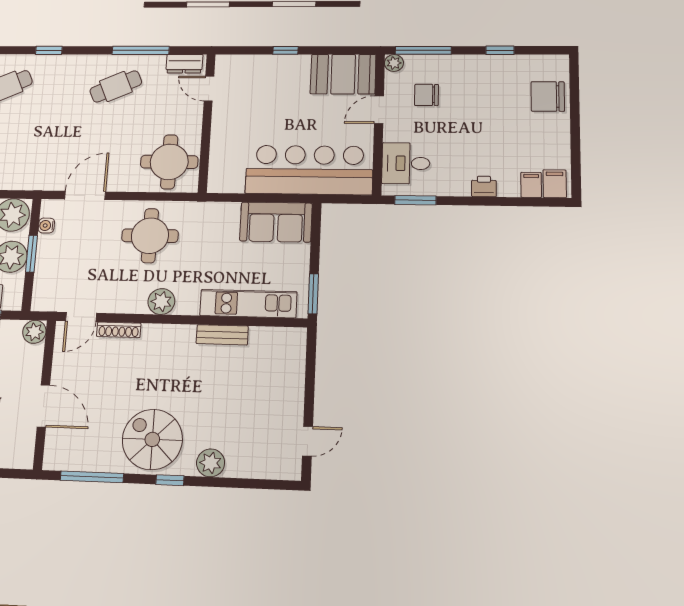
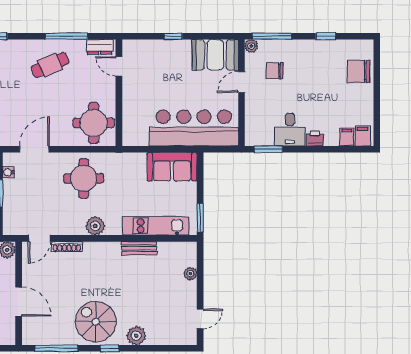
desk: (406, 163) -> (290, 130), moved, turned -90
plant: (296, 374) -> (190, 274), added

